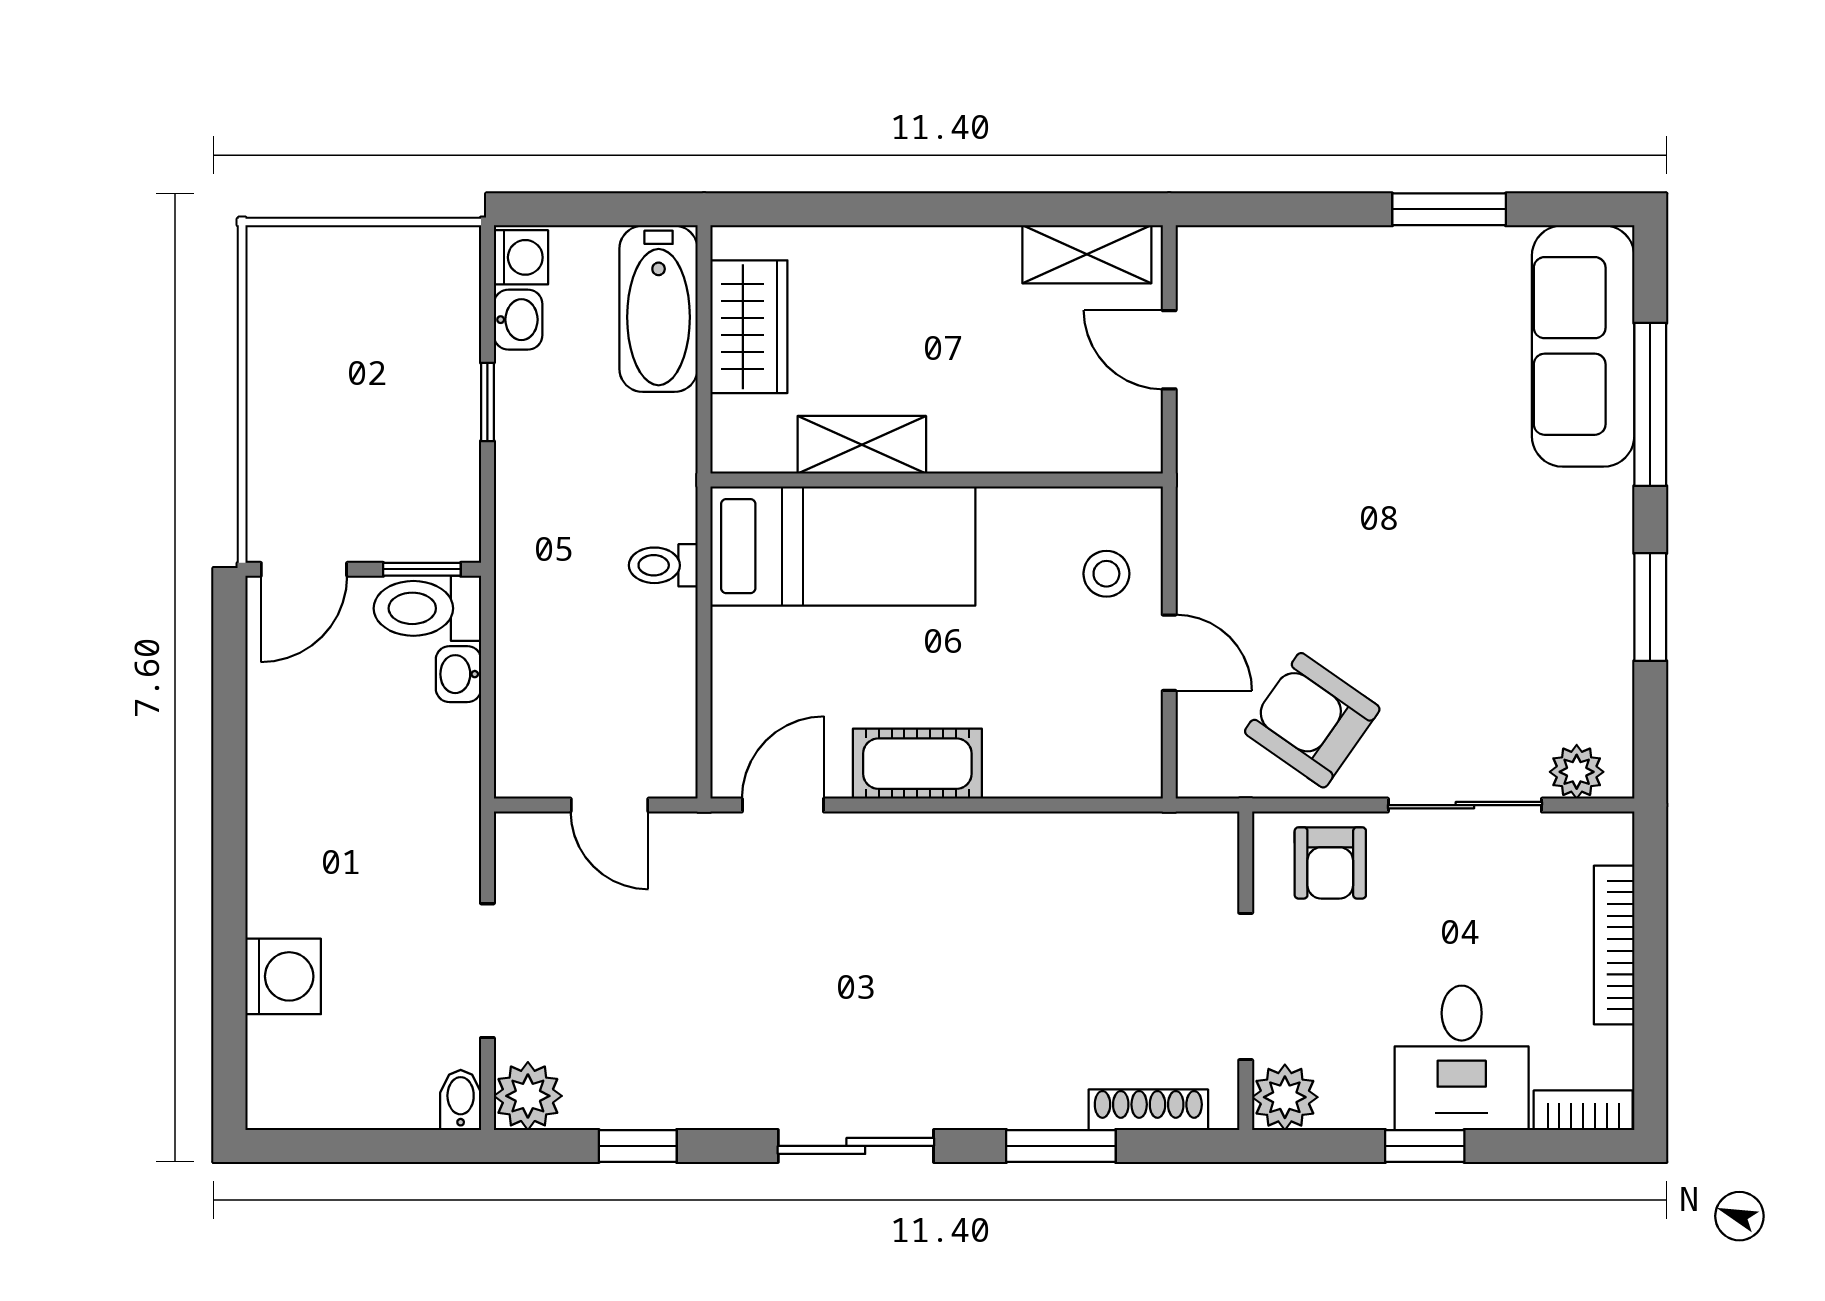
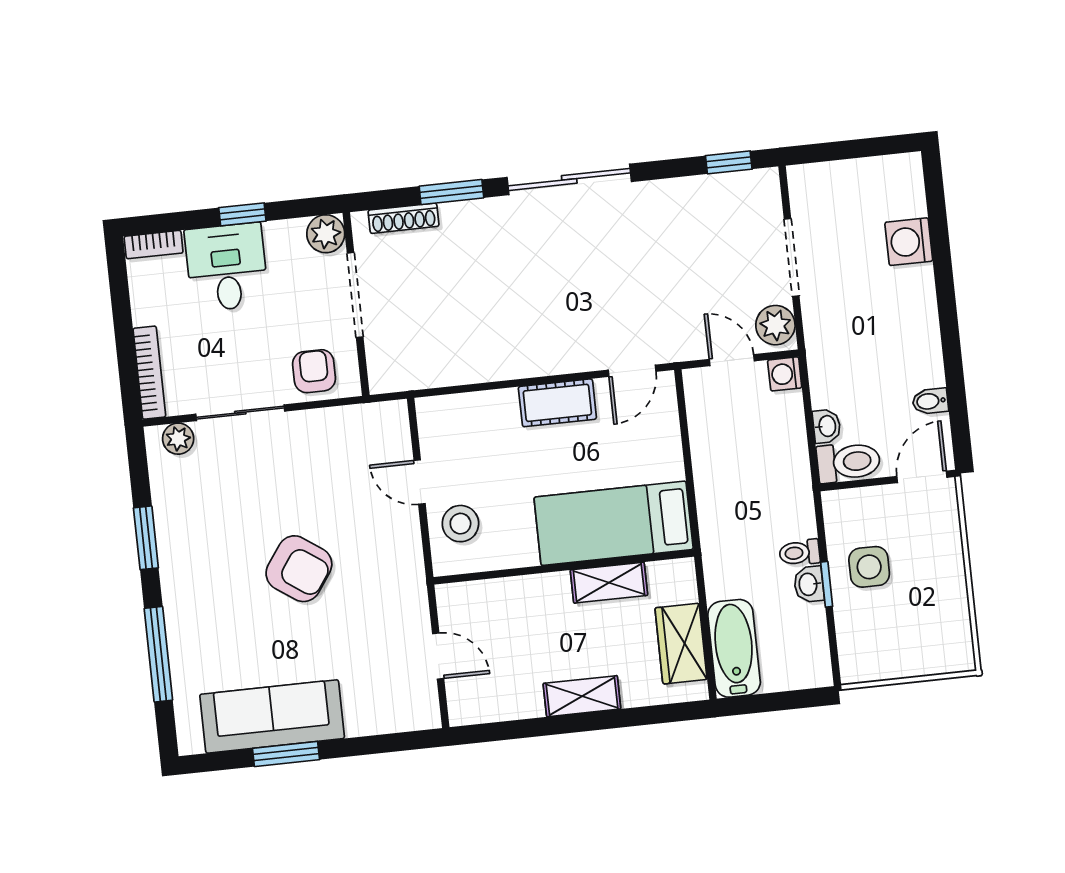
shelving: (1087, 254) -> (582, 696), moved
washing machine: (521, 257) -> (785, 374), moved
washbasin: (518, 320) -> (809, 584), moved
sofa: (1583, 346) -> (272, 716), moved, turned -90
side table: (411, 424) -> (869, 567), added
toilet: (663, 565) -> (800, 553), moved, turned 180
window: (422, 569) -> (854, 484), removed
stool: (1106, 574) -> (460, 524), width x1.37, depth x1.37
armchair: (1312, 720) -> (299, 569), moved
bookcase: (1614, 945) -> (149, 373), moved
plant: (528, 1096) -> (775, 325), moved
bidet: (461, 1100) -> (930, 401), moved, turned 90
window: (638, 1146) -> (729, 162), moved
sliding door: (856, 1146) -> (569, 179), width x1.37

